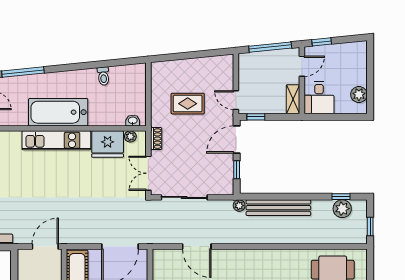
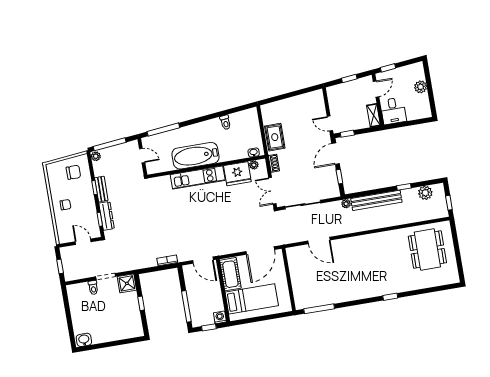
window: (270, 47) -> (349, 78), width x0.46
plant: (359, 95) -> (421, 87), moved
rug: (188, 104) -> (275, 137), moved, turned 90
window: (341, 197) -> (404, 187), moved
door: (45, 247) -> (203, 260), swing flipped

